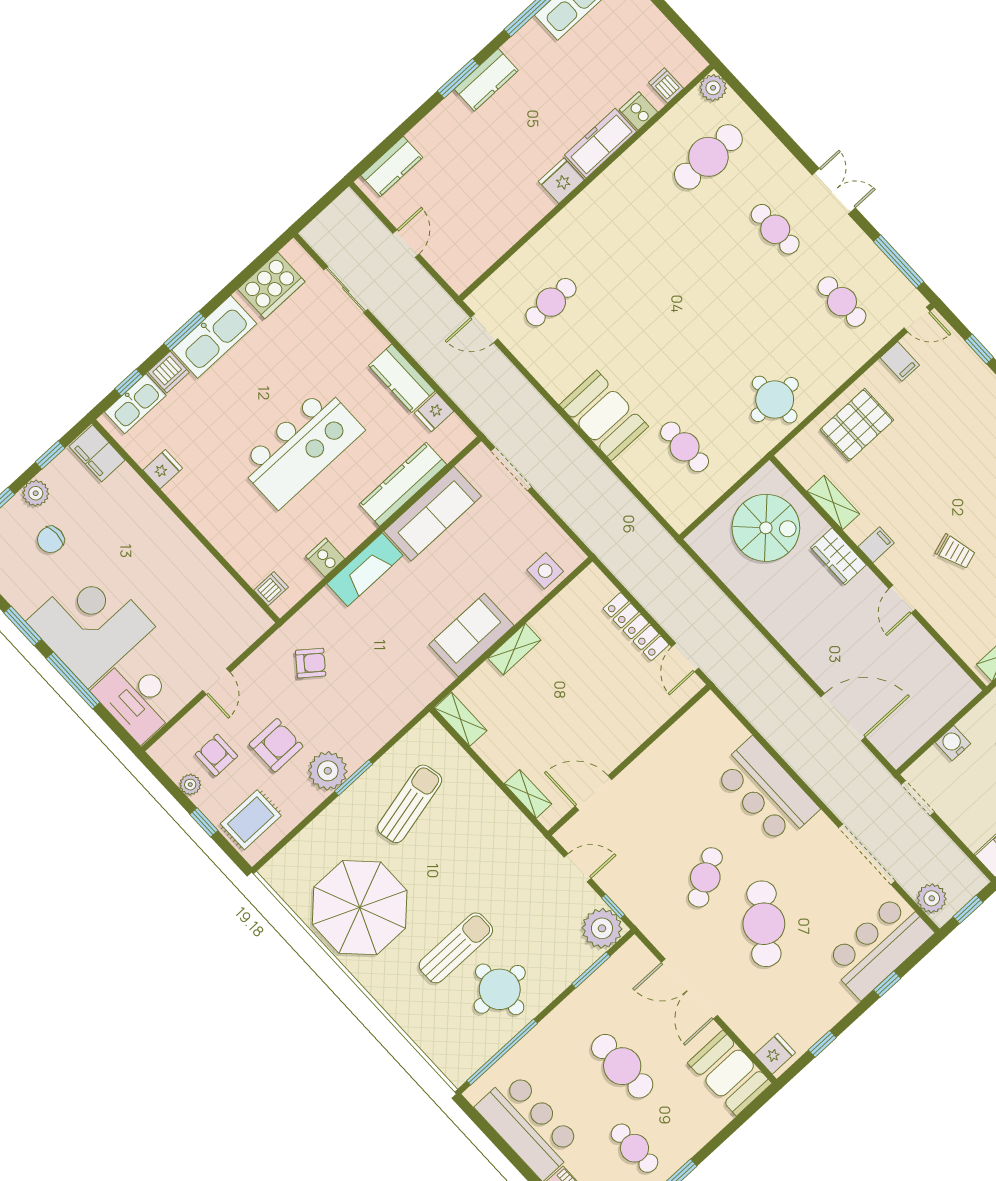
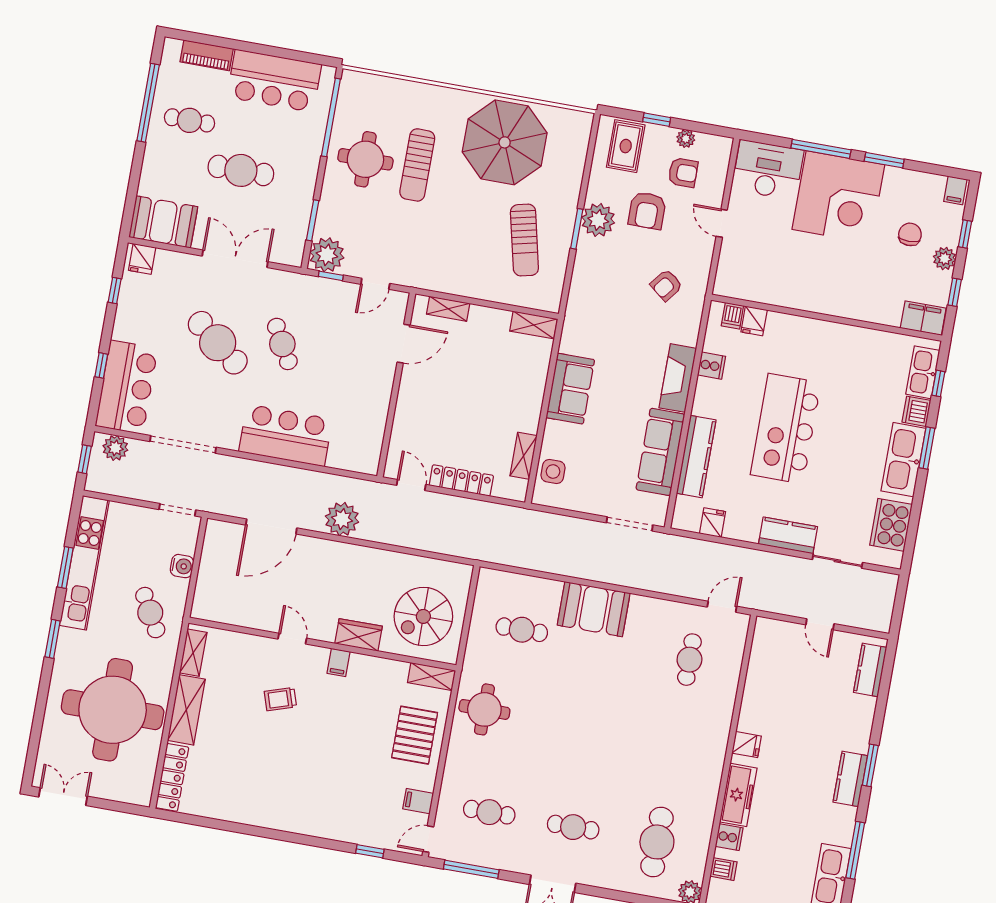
fridge: (561, 181) -> (747, 745), width x0.72
kitchen counter: (402, 378) -> (788, 535), moved
fridge: (163, 469) -> (754, 321), moved
shelving: (833, 503) -> (431, 676), moved
shelving: (514, 649) -> (524, 456), moved
plant: (773, 674) -> (342, 519), added

